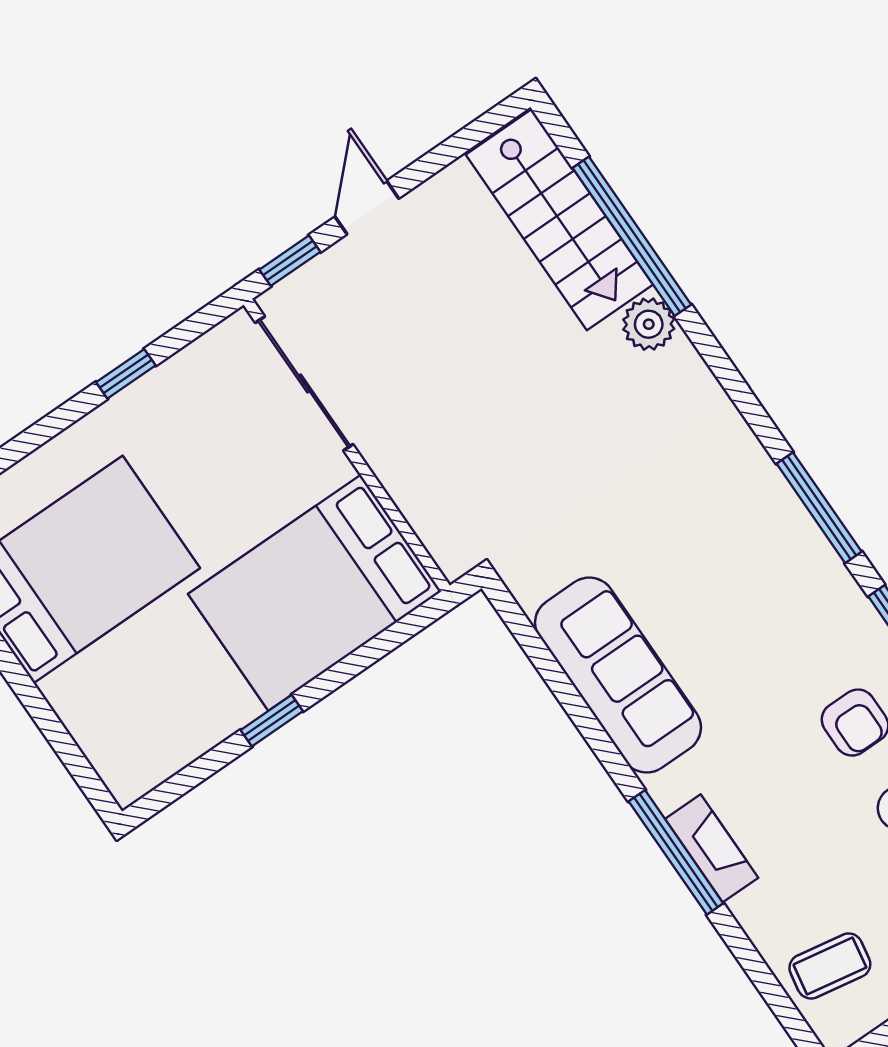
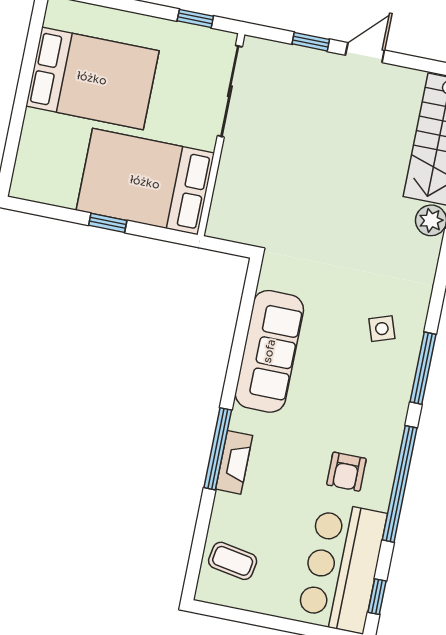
sliding door: (304, 383) -> (230, 91), moved
wall: (347, 445) -> (221, 135), moved
side table: (723, 511) -> (382, 329), added
bed: (315, 593) -> (145, 182), moved

